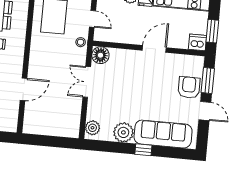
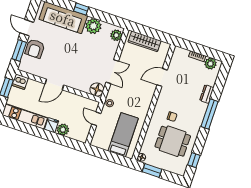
wardrobe: (56, 129) -> (145, 41), added

